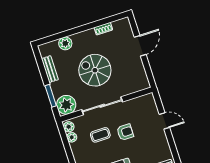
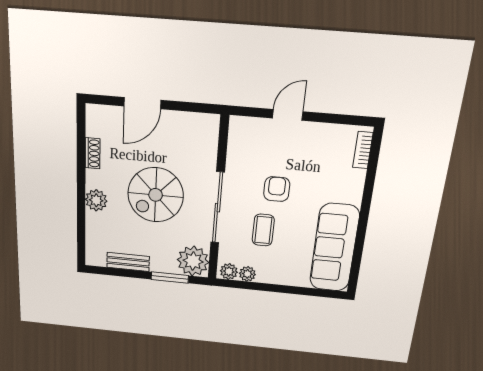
plant: (65, 43) -> (96, 200), moved
door: (140, 46) -> (142, 103), swing flipped

